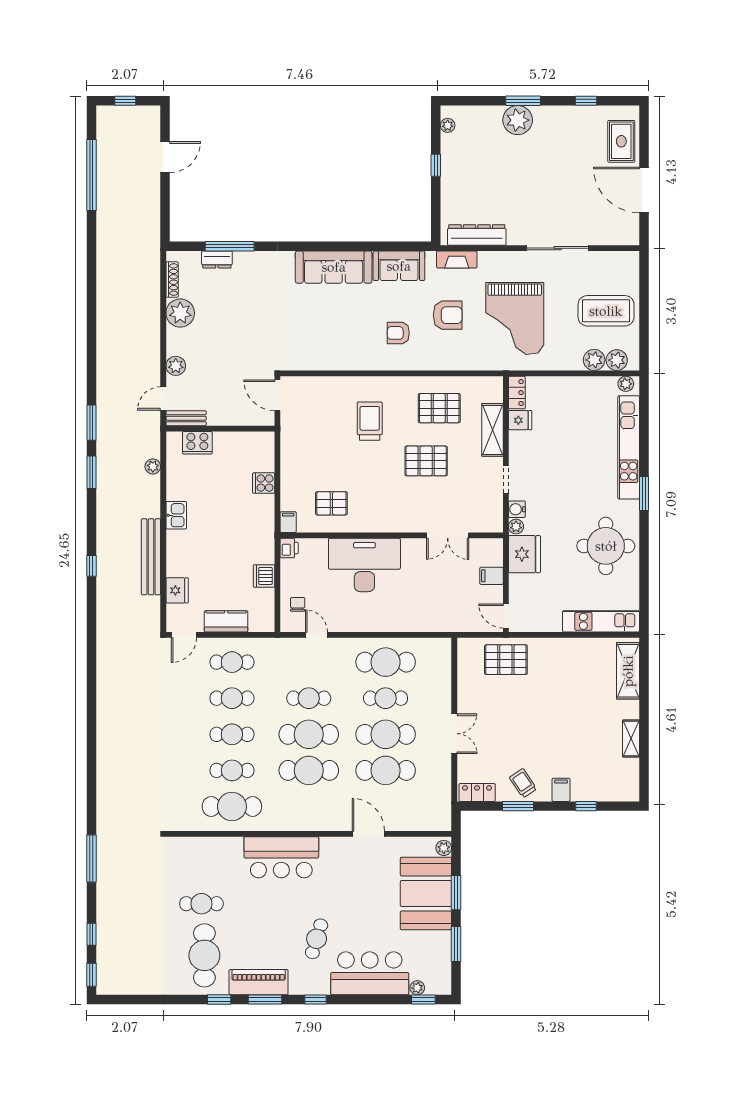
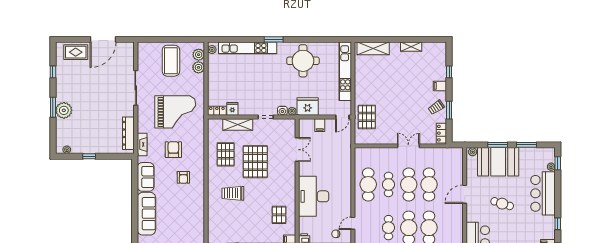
pallet: (426, 461) -> (255, 162), width x1.37, depth x1.41
kitchen unit: (601, 621) -> (345, 71), width x1.36
cafe table: (317, 939) -> (502, 204), moved

